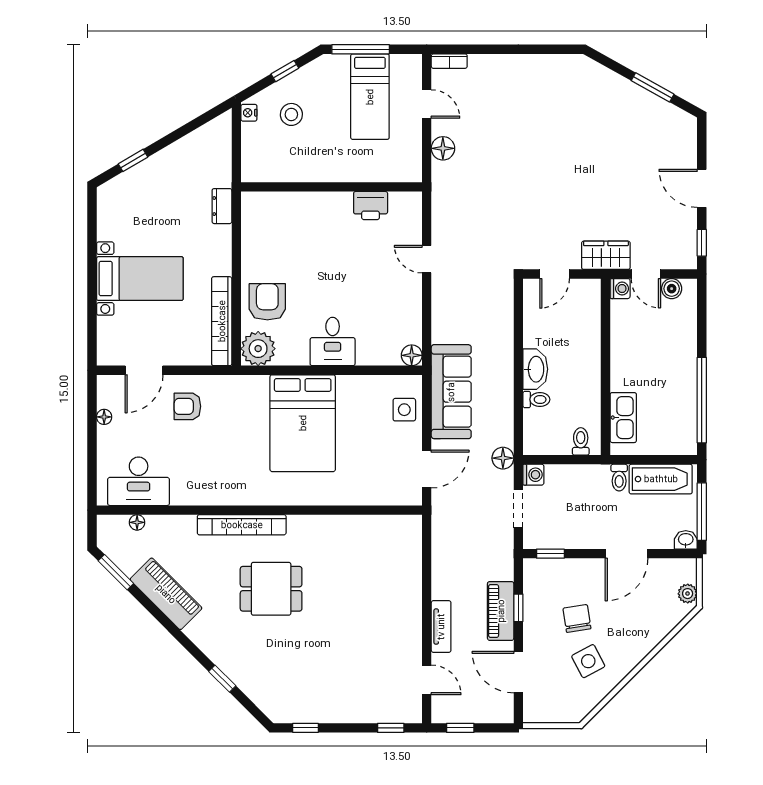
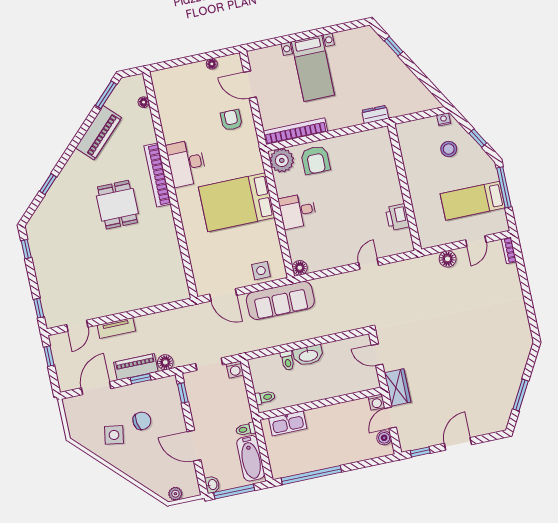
armchair: (267, 302) -> (316, 160), turned 90
floor lamp: (503, 458) -> (165, 362), moved
desk: (139, 481) -> (186, 163), moved
side table: (588, 661) -> (114, 435), turned 37

